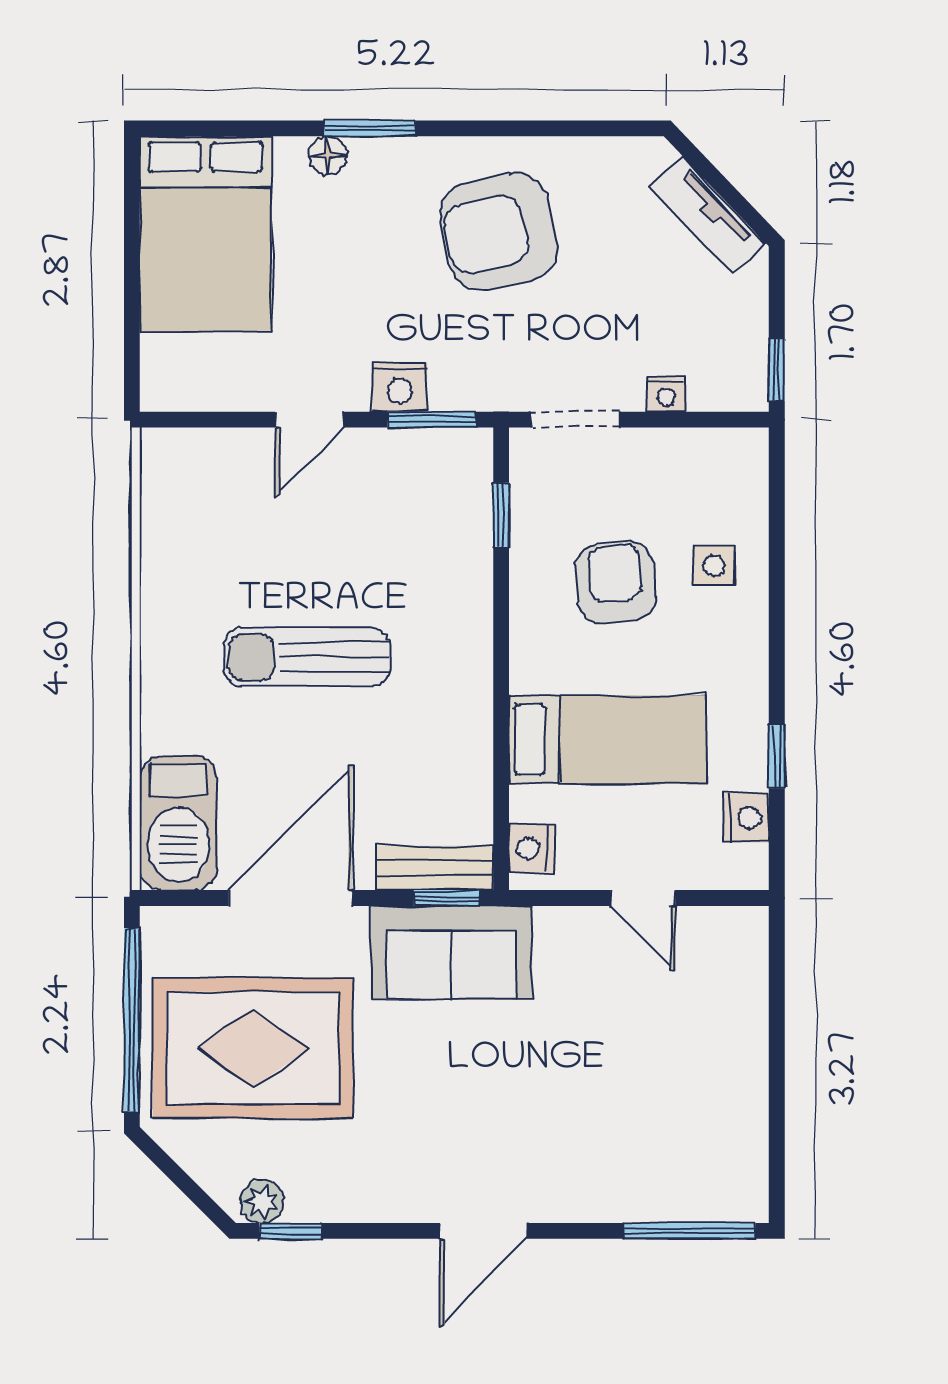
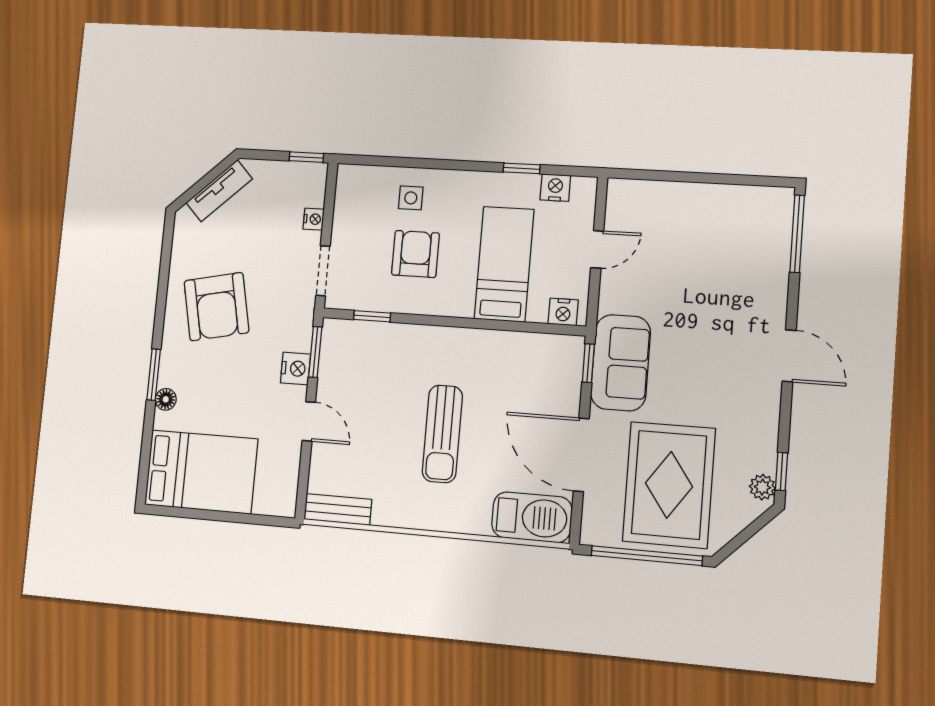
armchair: (615, 582) -> (415, 254), turned 95
bench: (435, 868) -> (338, 509), moved, turned 90

